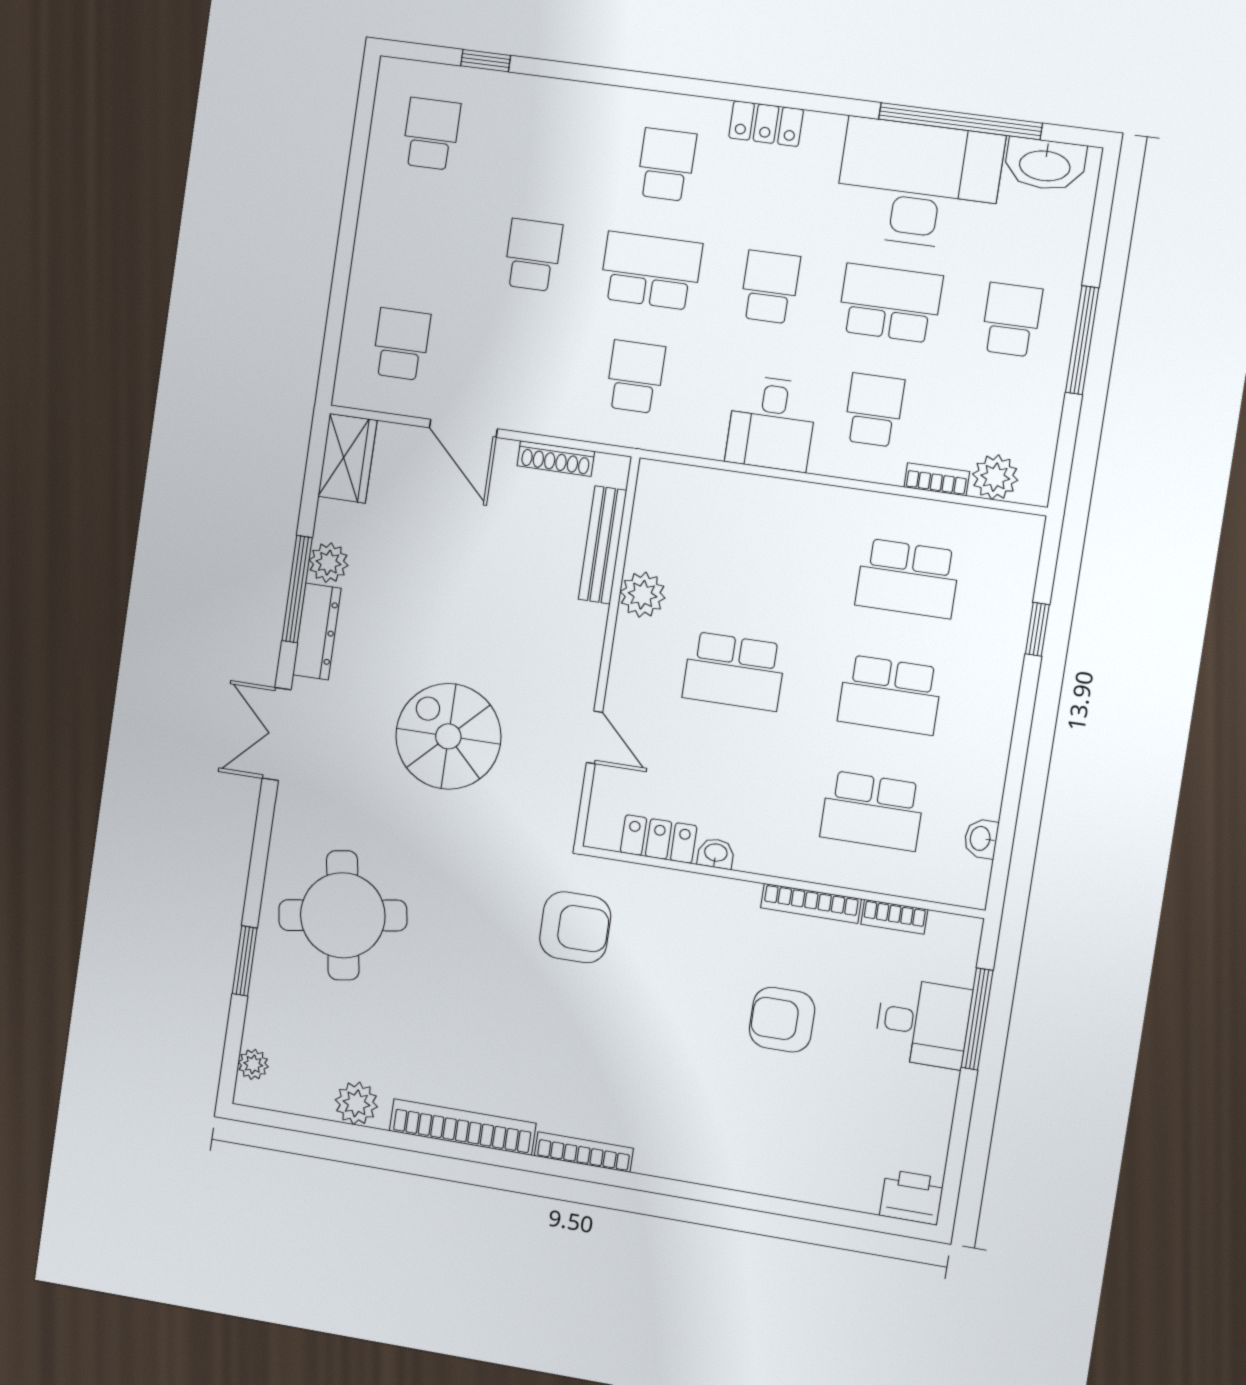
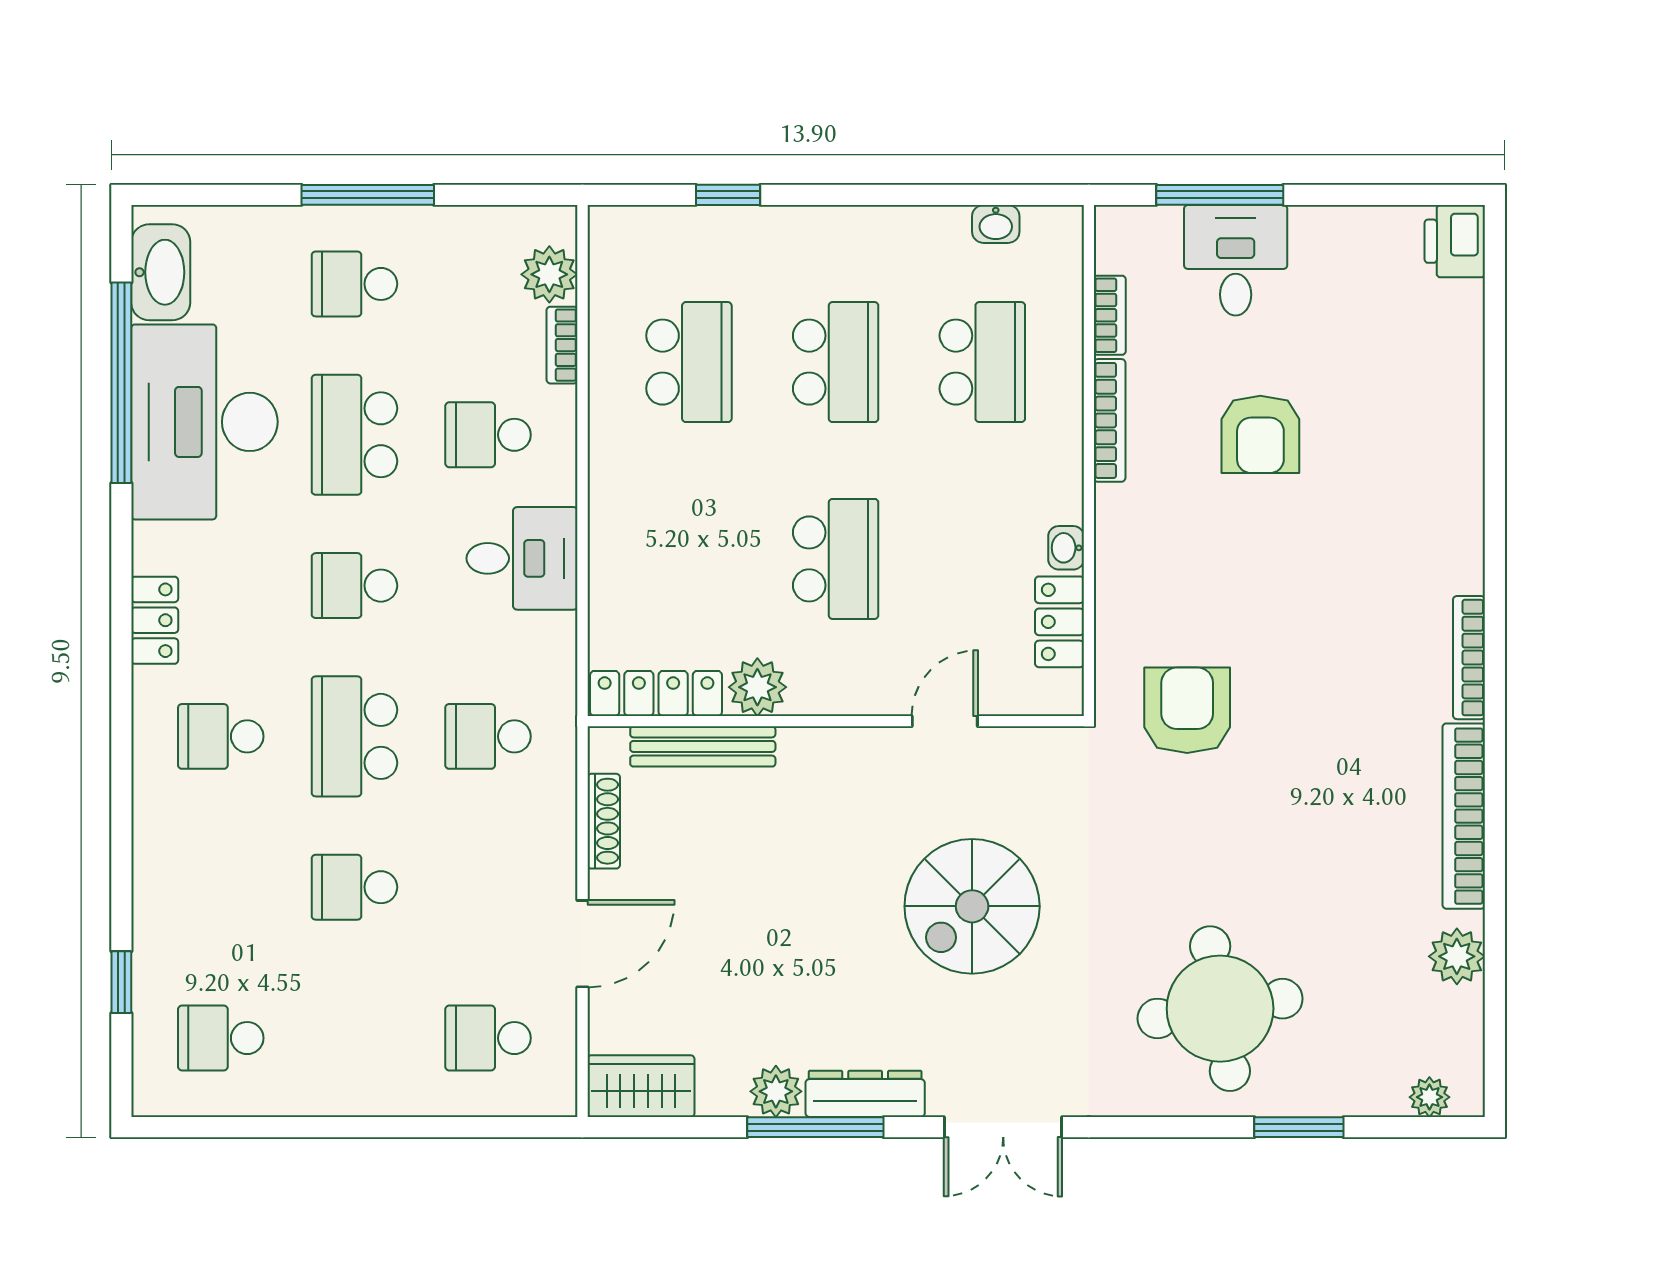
locker: (649, 514) -> (656, 693), added

